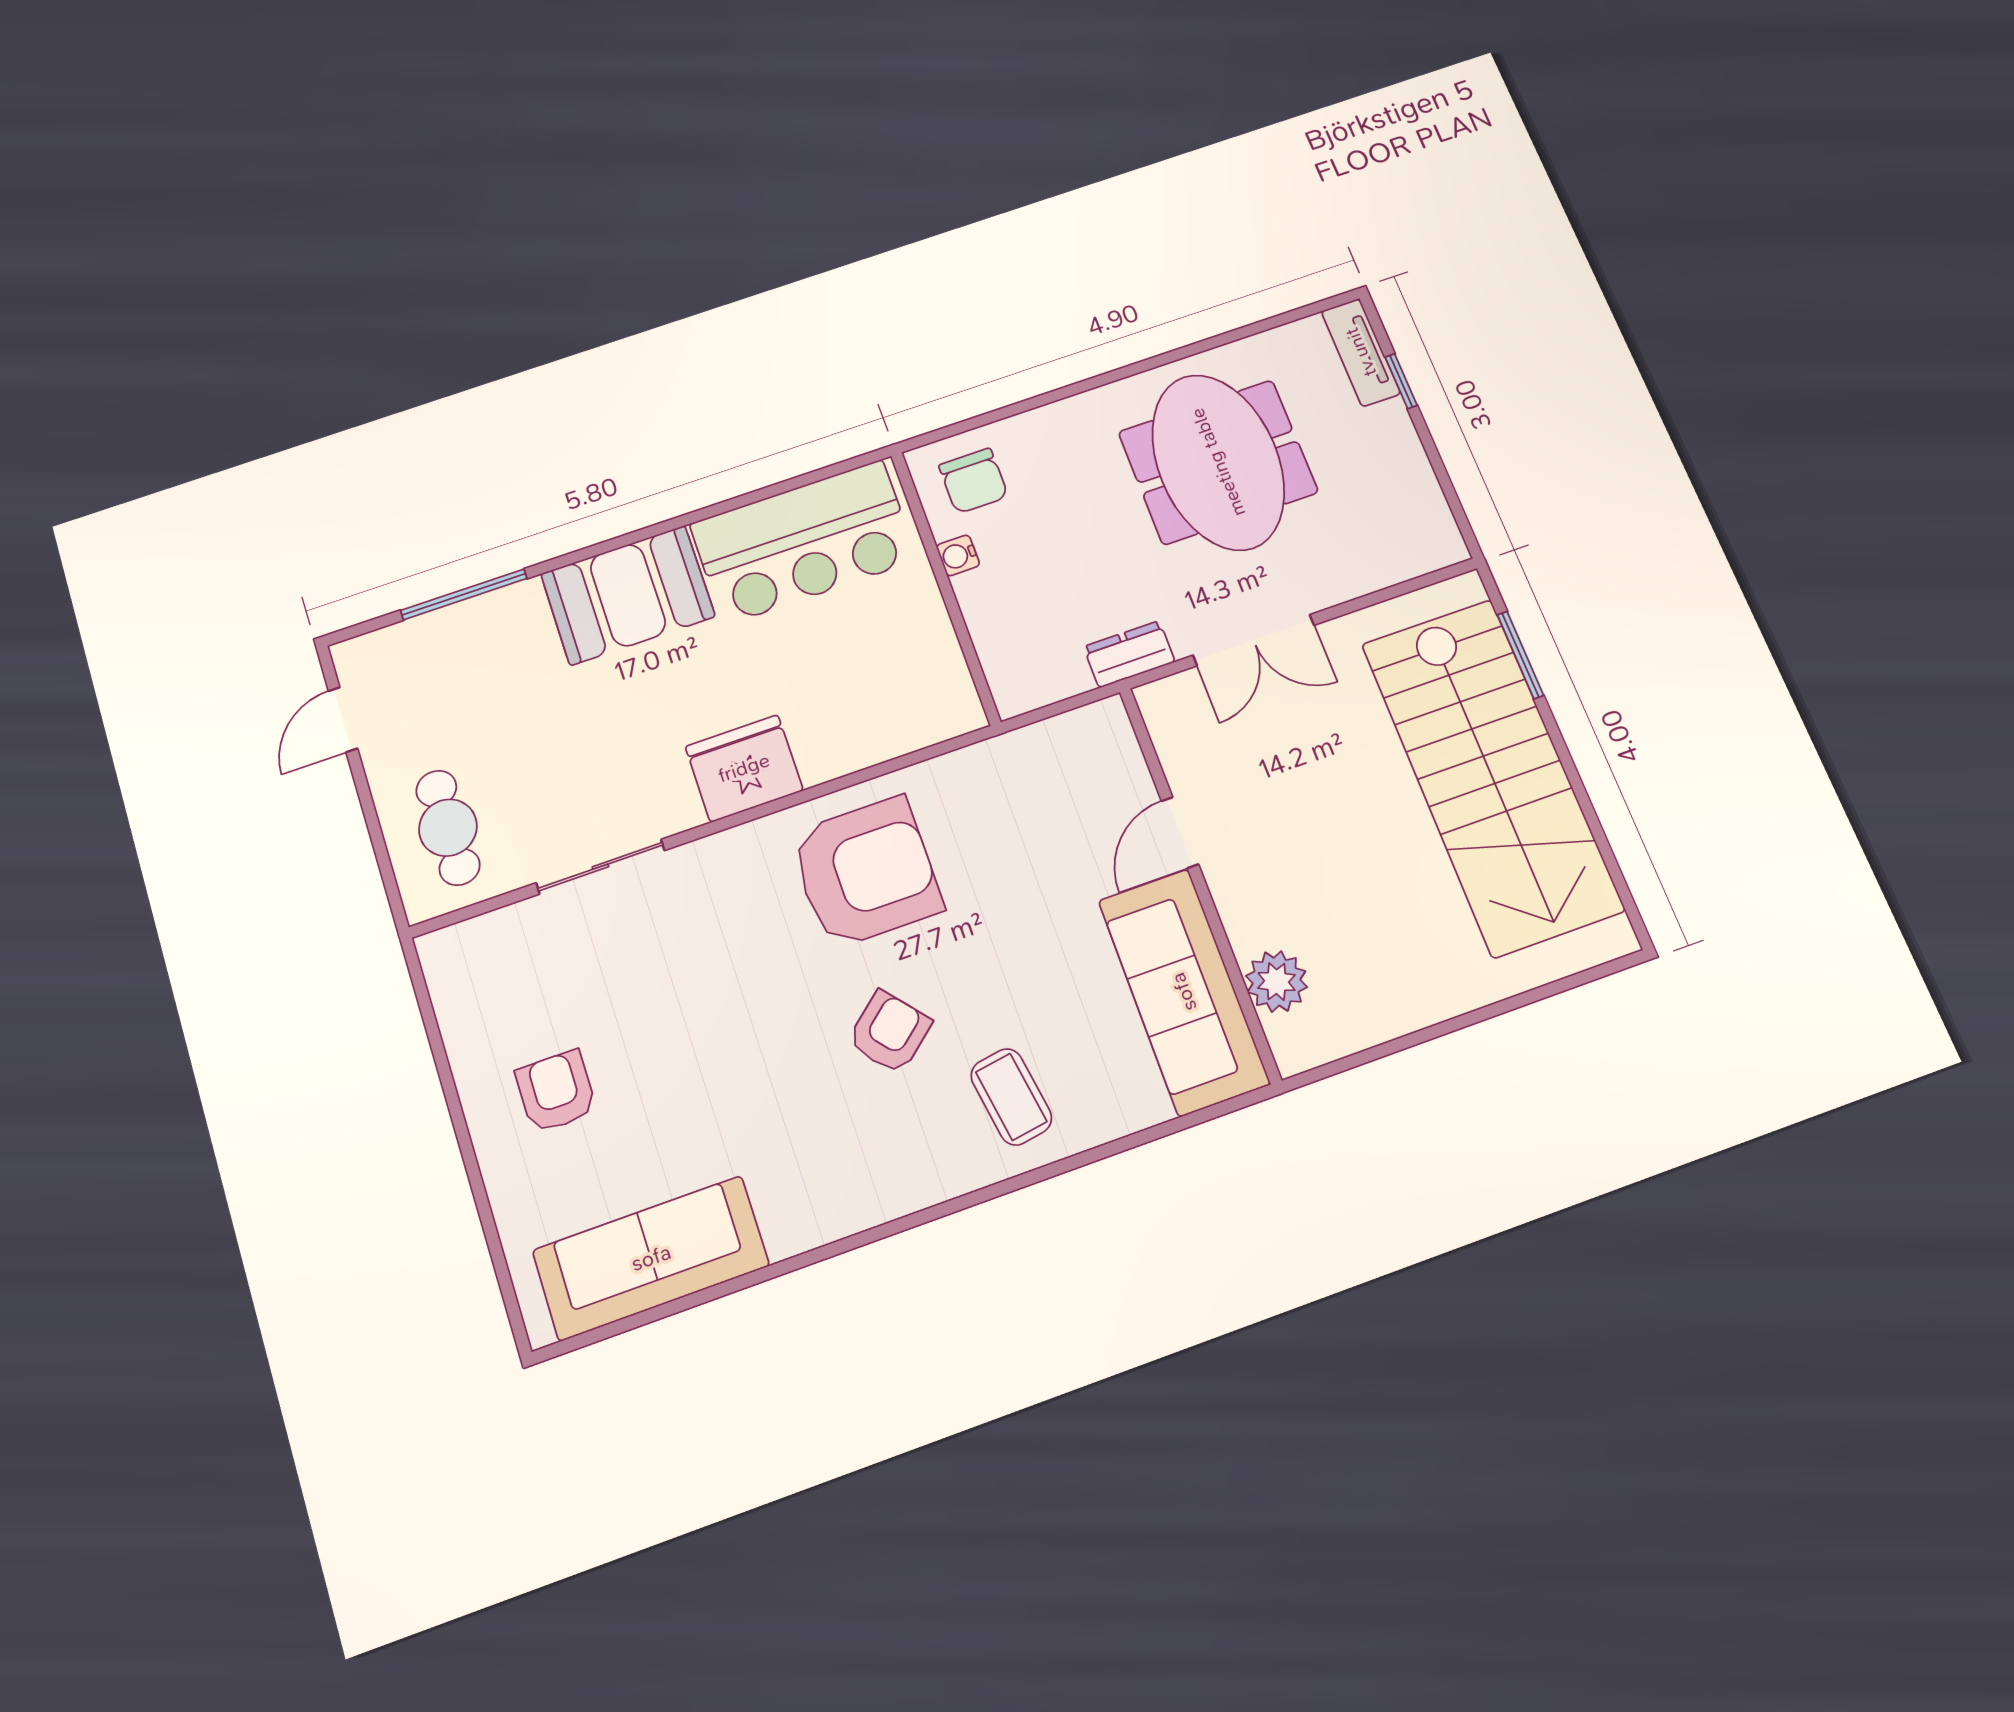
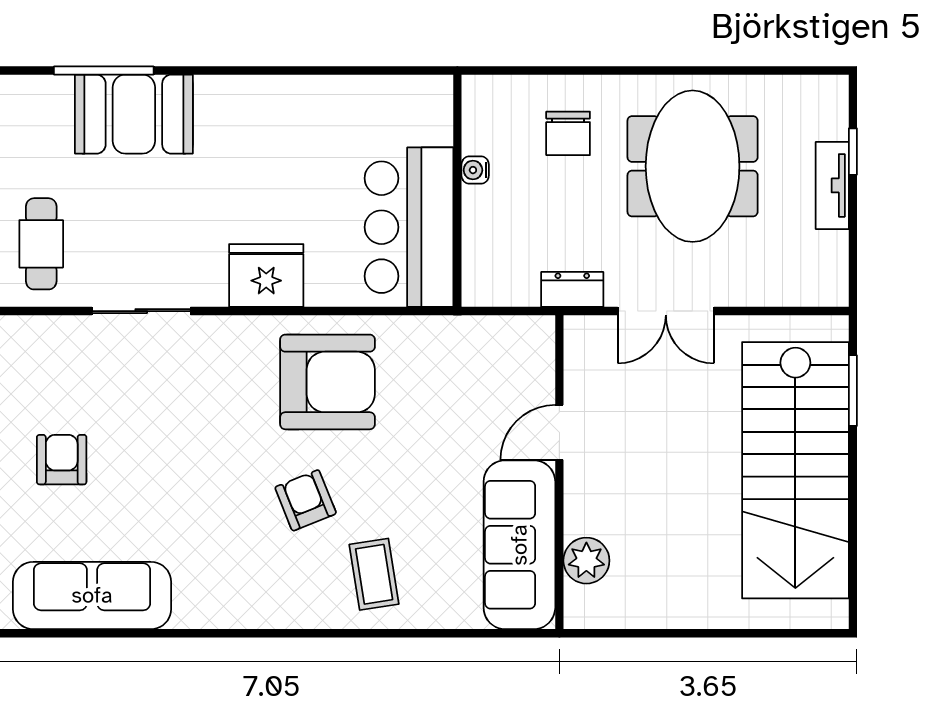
tv unit: (1361, 352) -> (832, 185), moved
chair: (973, 481) -> (568, 133), moved
bar counter: (804, 542) -> (409, 227), moved, turned 90
booth: (628, 595) -> (134, 114), moved
armchair: (889, 1032) -> (306, 500), turned -72

